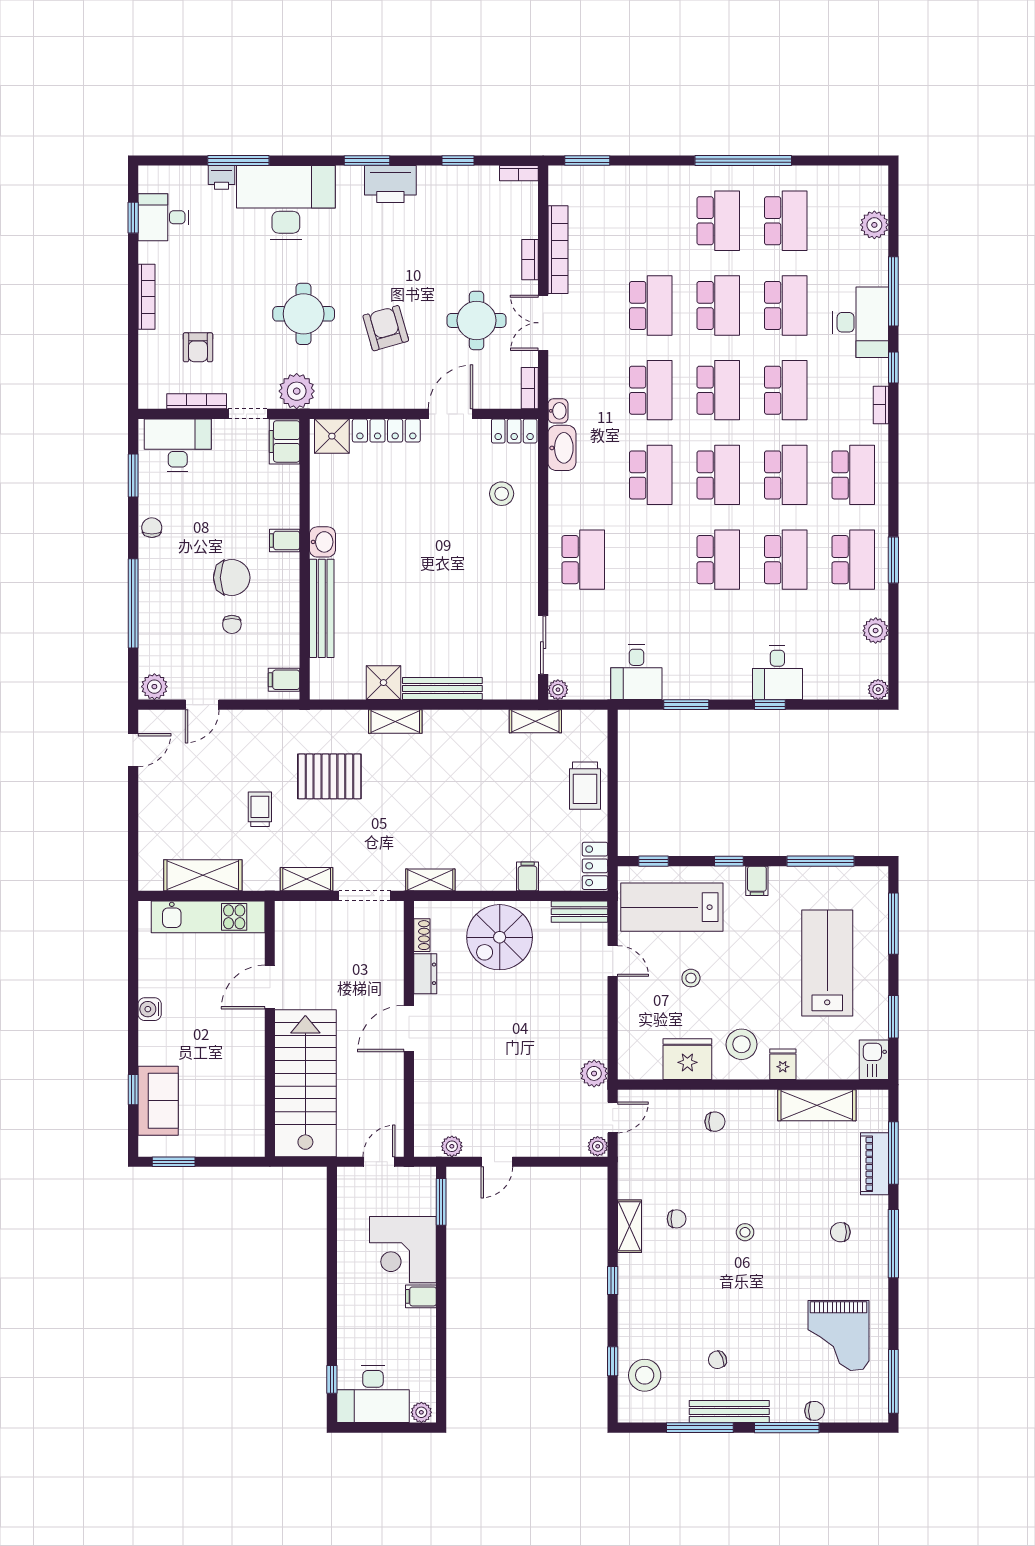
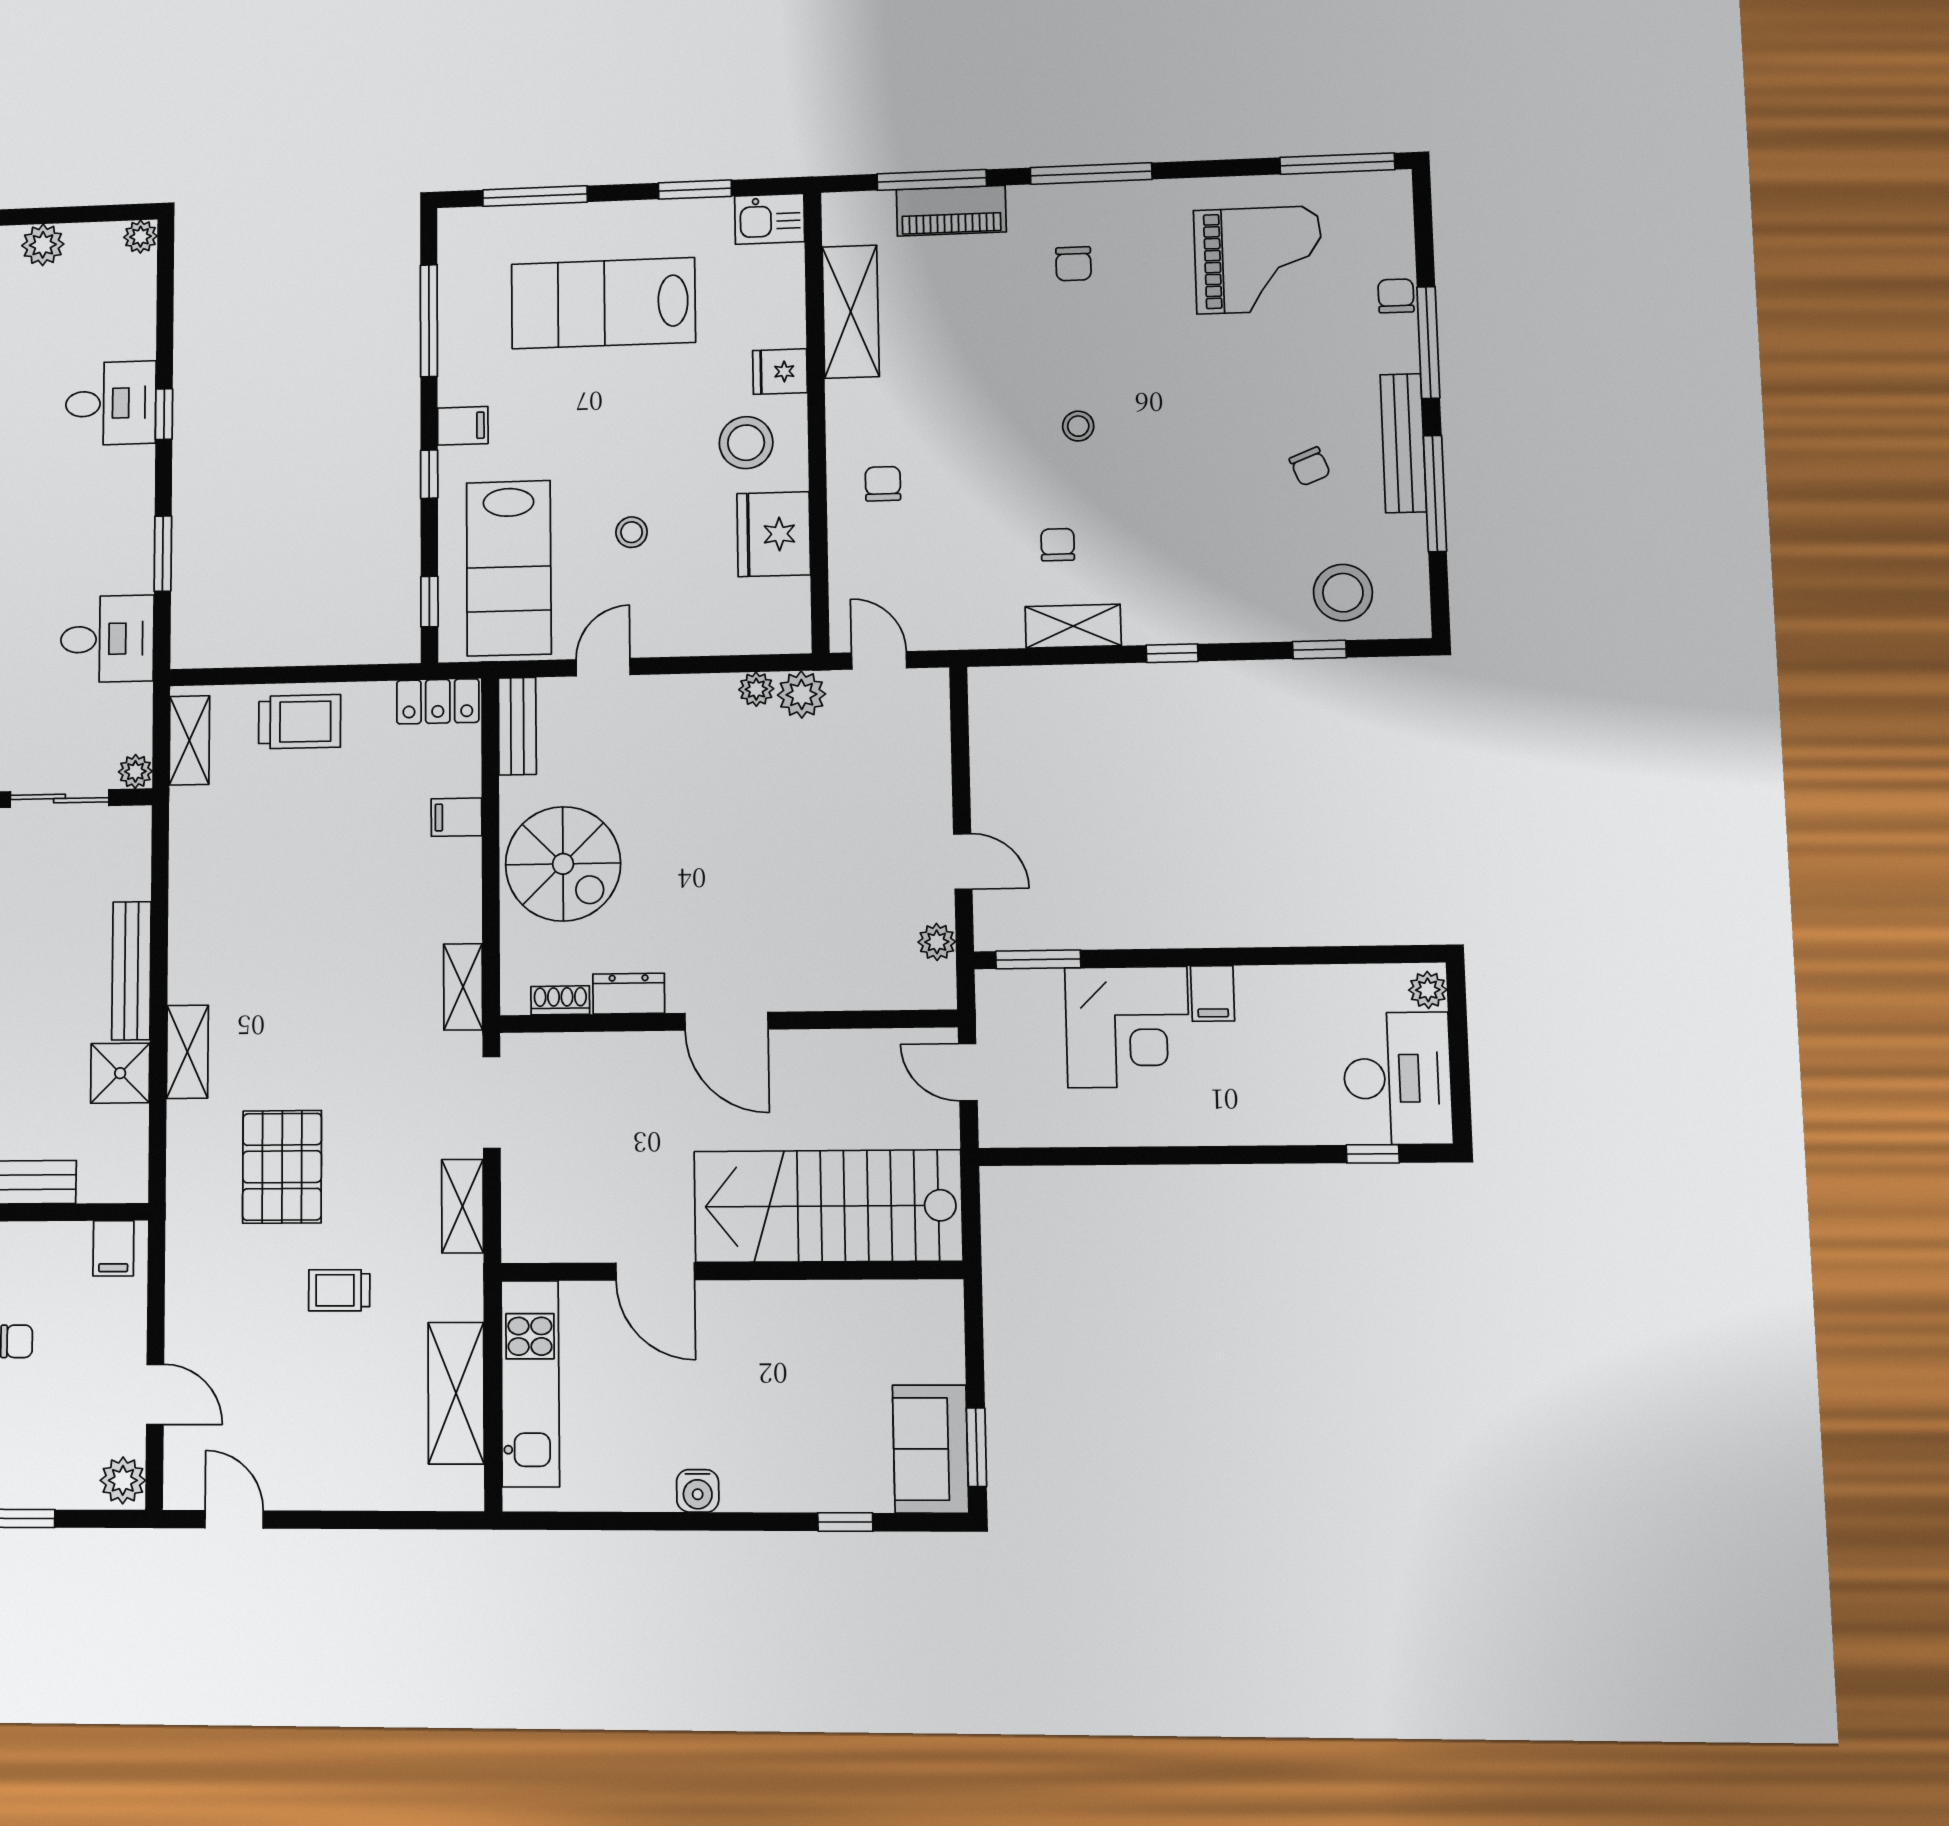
shelving: (535, 721) -> (189, 740), moved
sofa: (158, 1101) -> (931, 1449), moved, turned -90
plant: (598, 1146) -> (756, 689), moved

